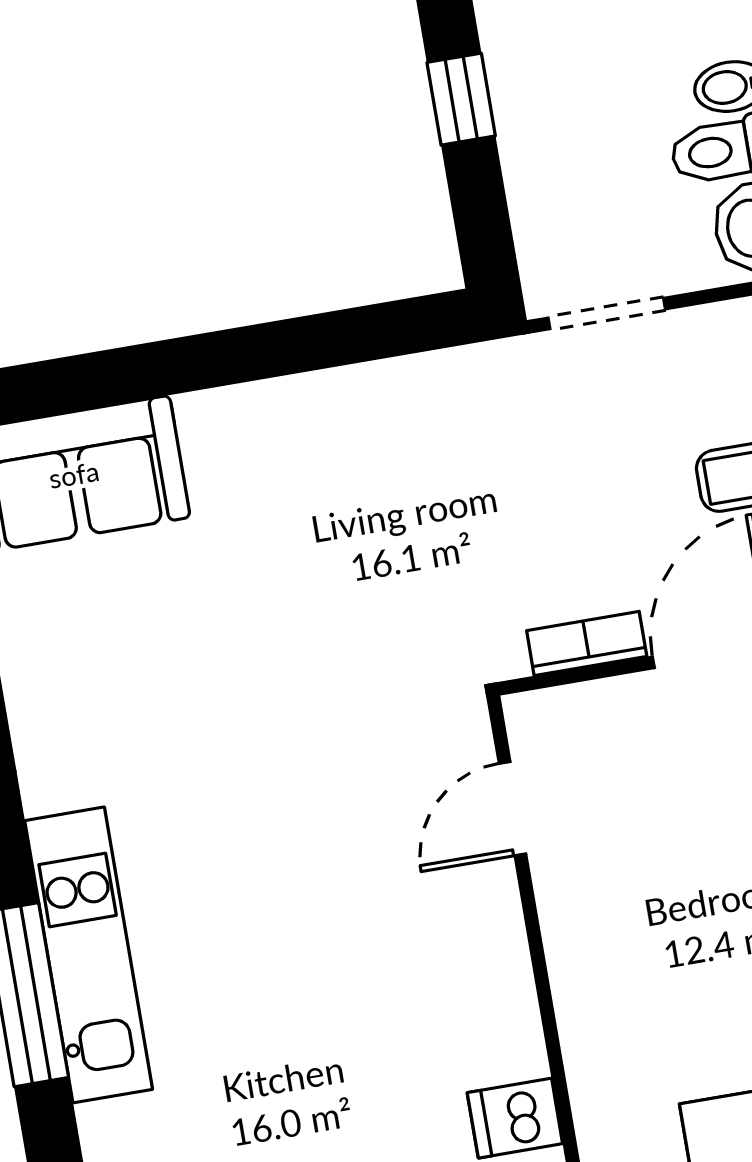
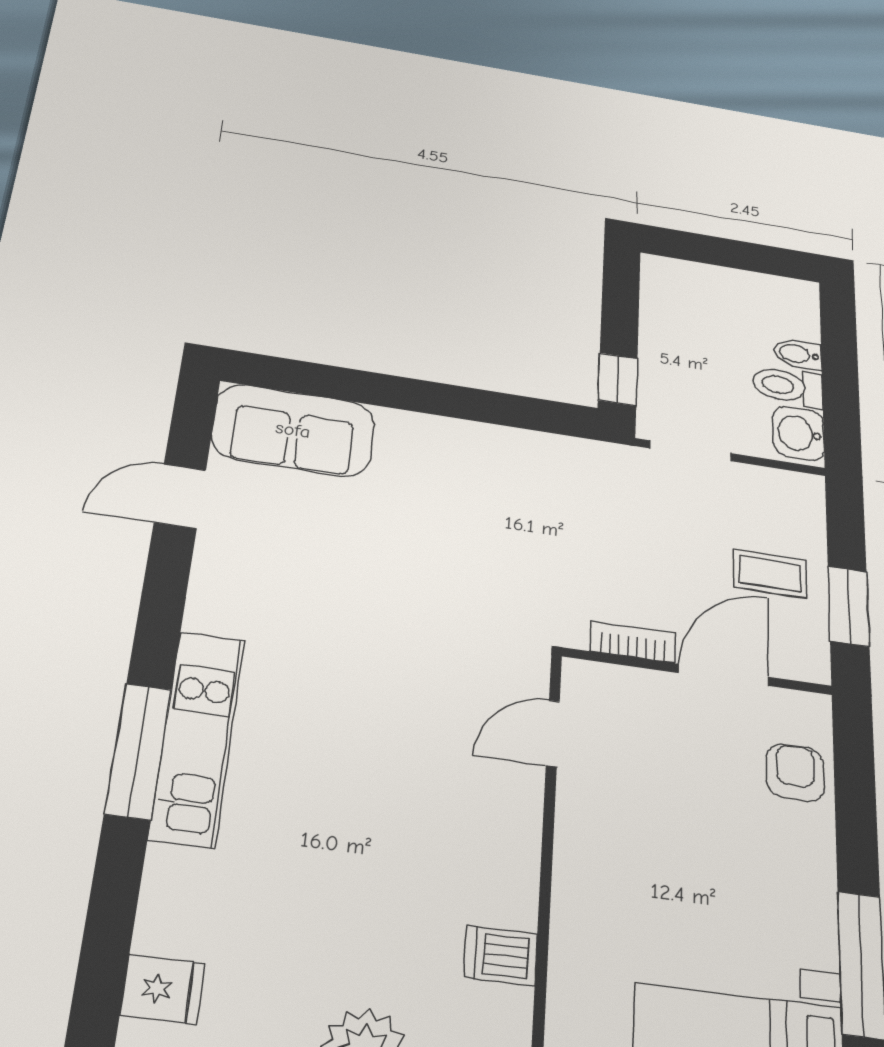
window: (461, 99) -> (618, 379), moved

